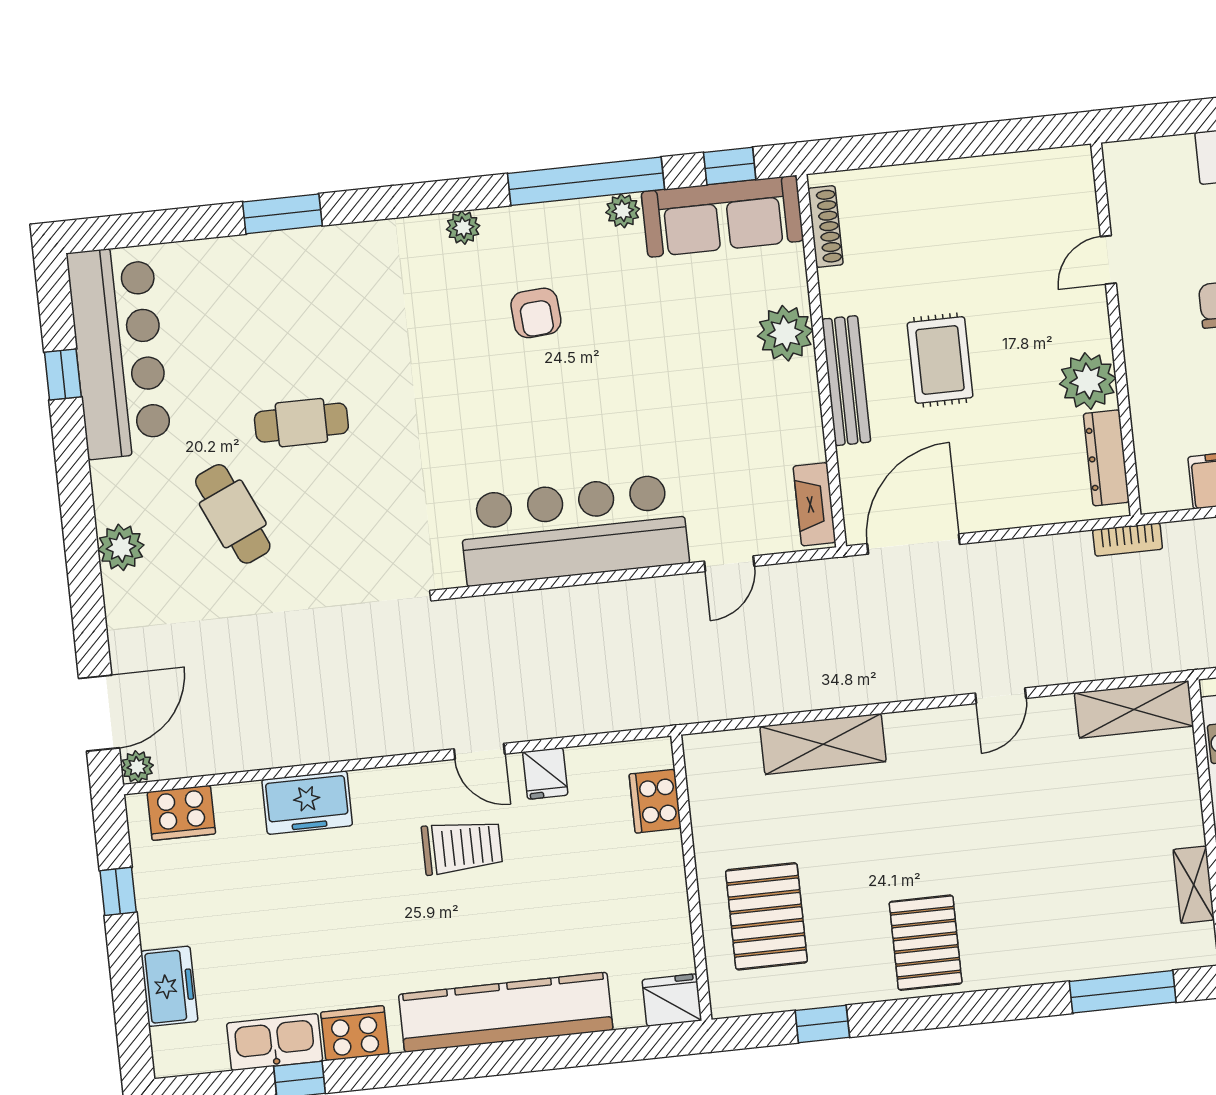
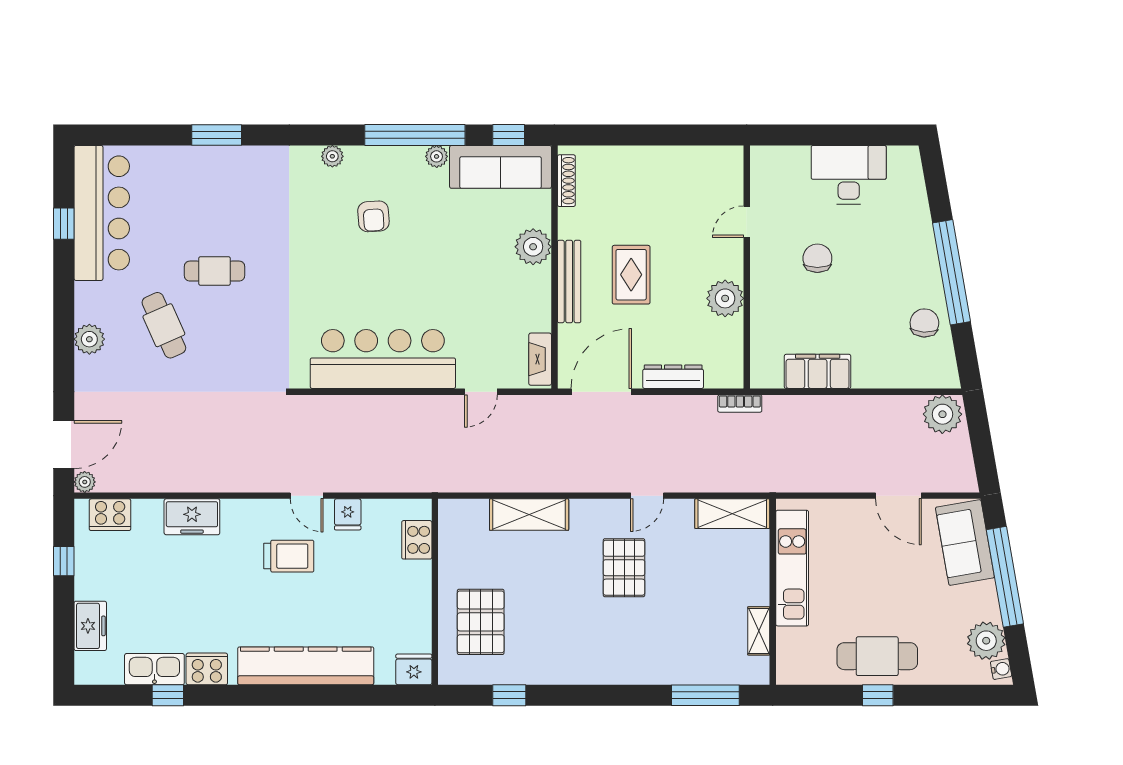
dresser: (1106, 458) -> (673, 377), moved, turned 90
pallet: (926, 943) -> (624, 568), moved

